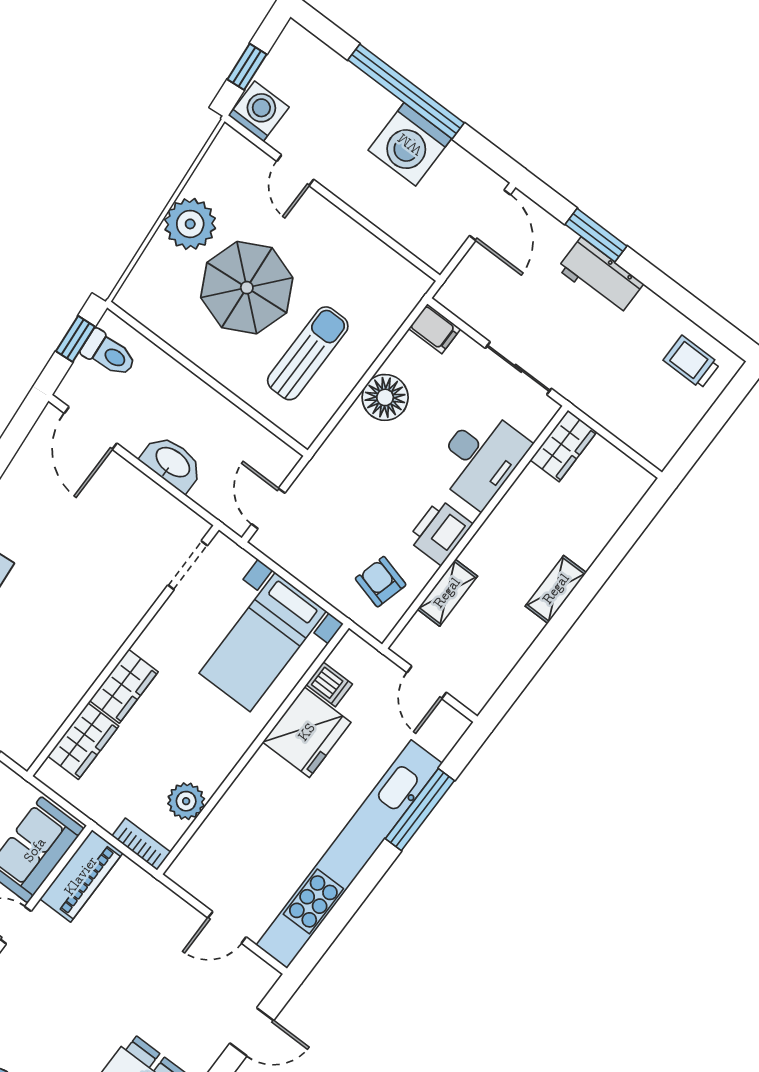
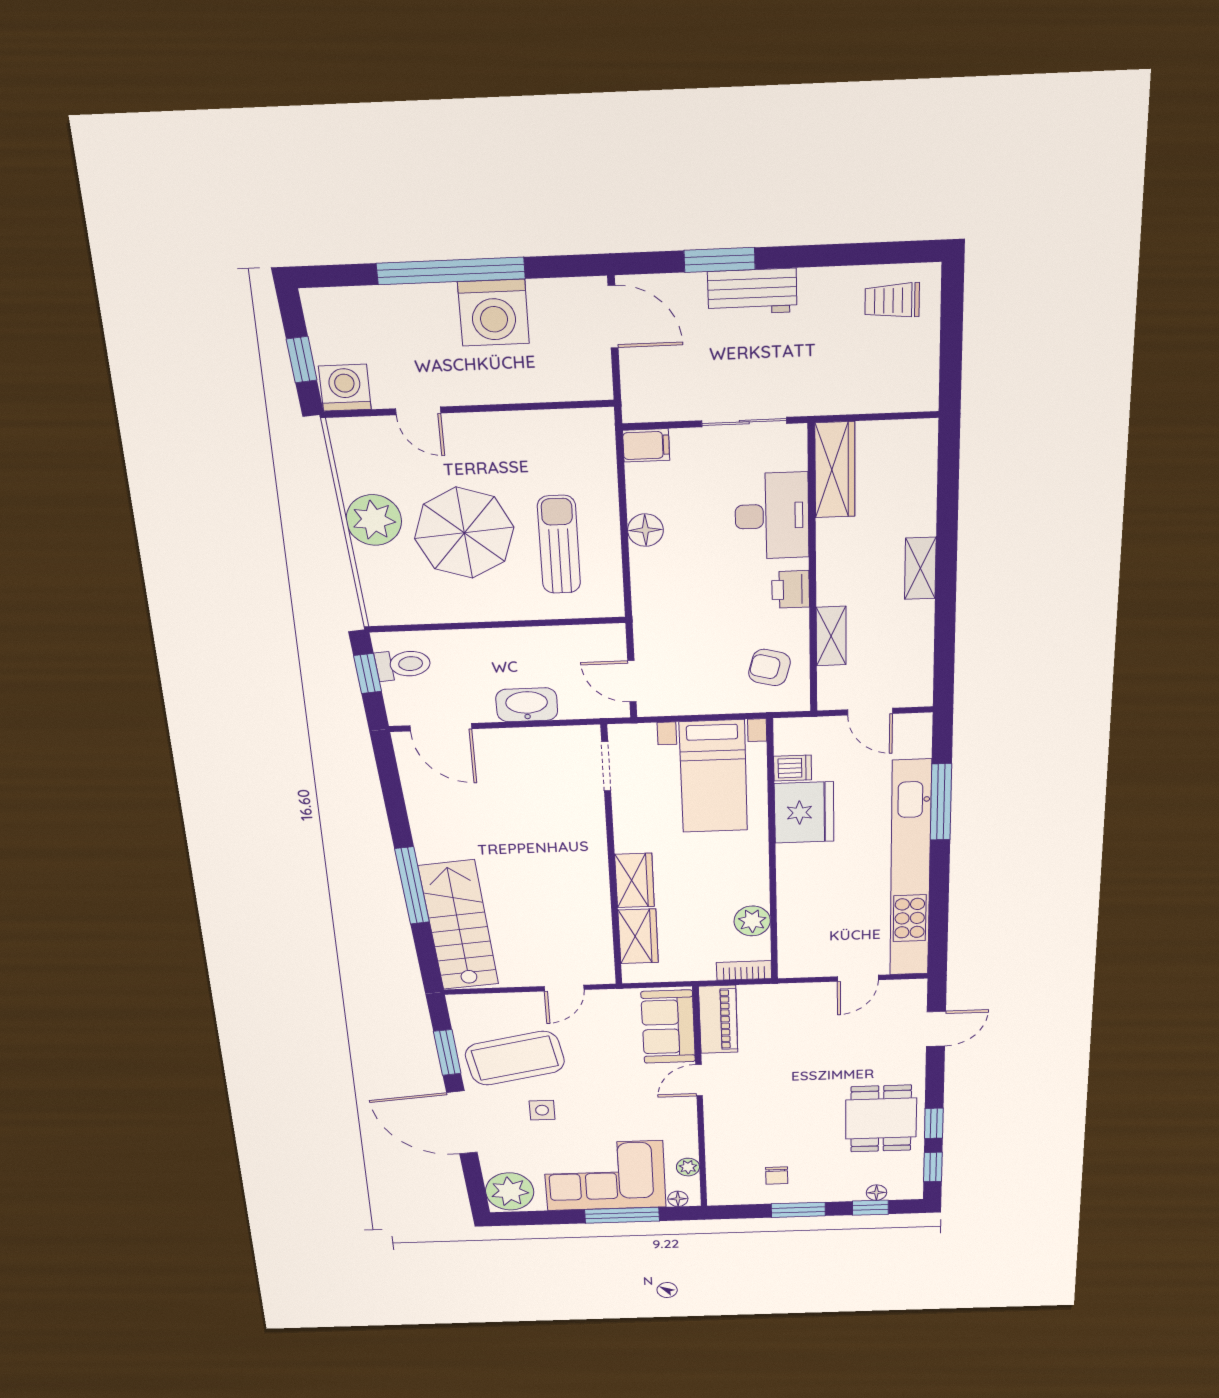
floor lamp: (385, 397) -> (645, 530), width x0.73, depth x0.73
wardrobe: (563, 446) -> (835, 470), width x1.50
printer: (440, 532) -> (791, 589), width x0.73, depth x0.81

